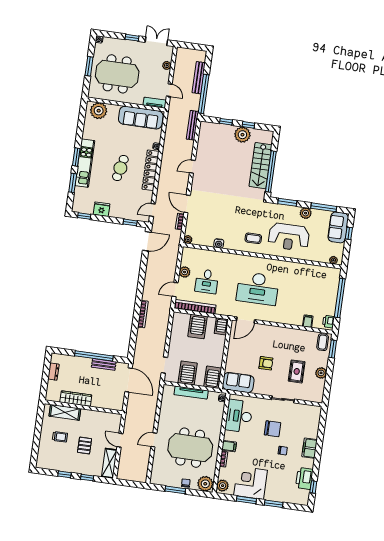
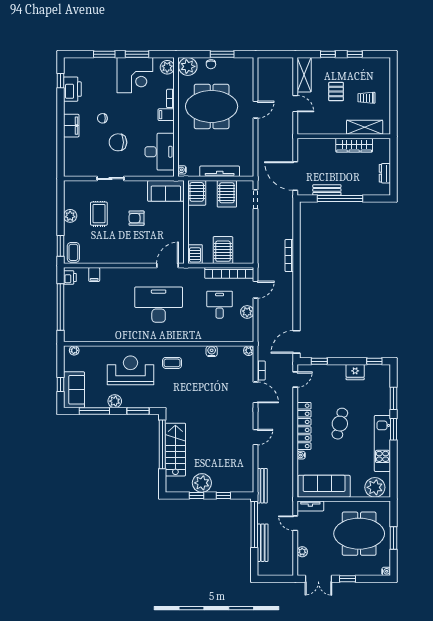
kitchen unit: (85, 163) -> (382, 443), moved

